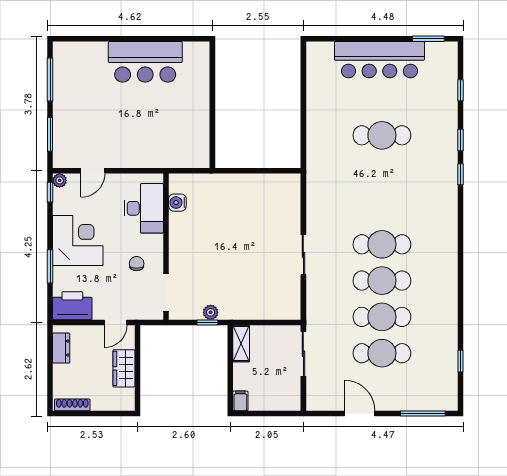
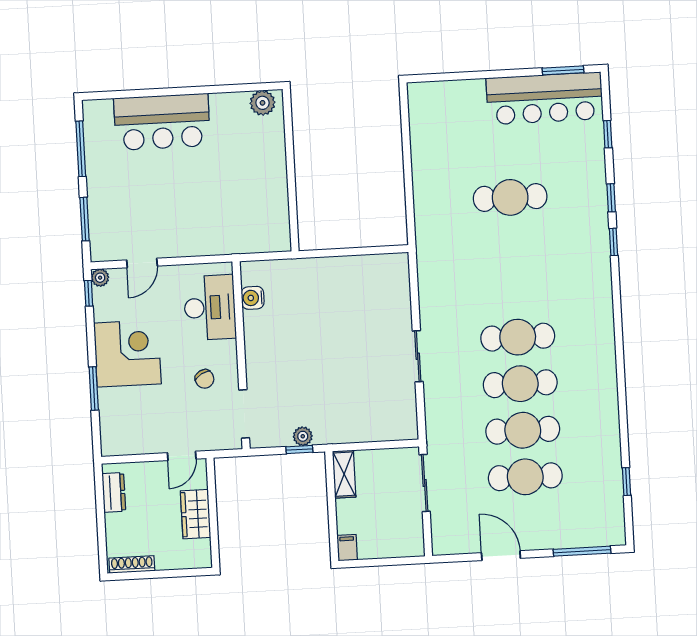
plant: (193, 51) -> (263, 103), added
bar counter: (379, 60) -> (545, 98), moved
bar counter: (145, 62) -> (162, 122), moved
chair: (137, 264) -> (205, 379), turned 150
printer: (72, 306) -> (125, 437), removed

